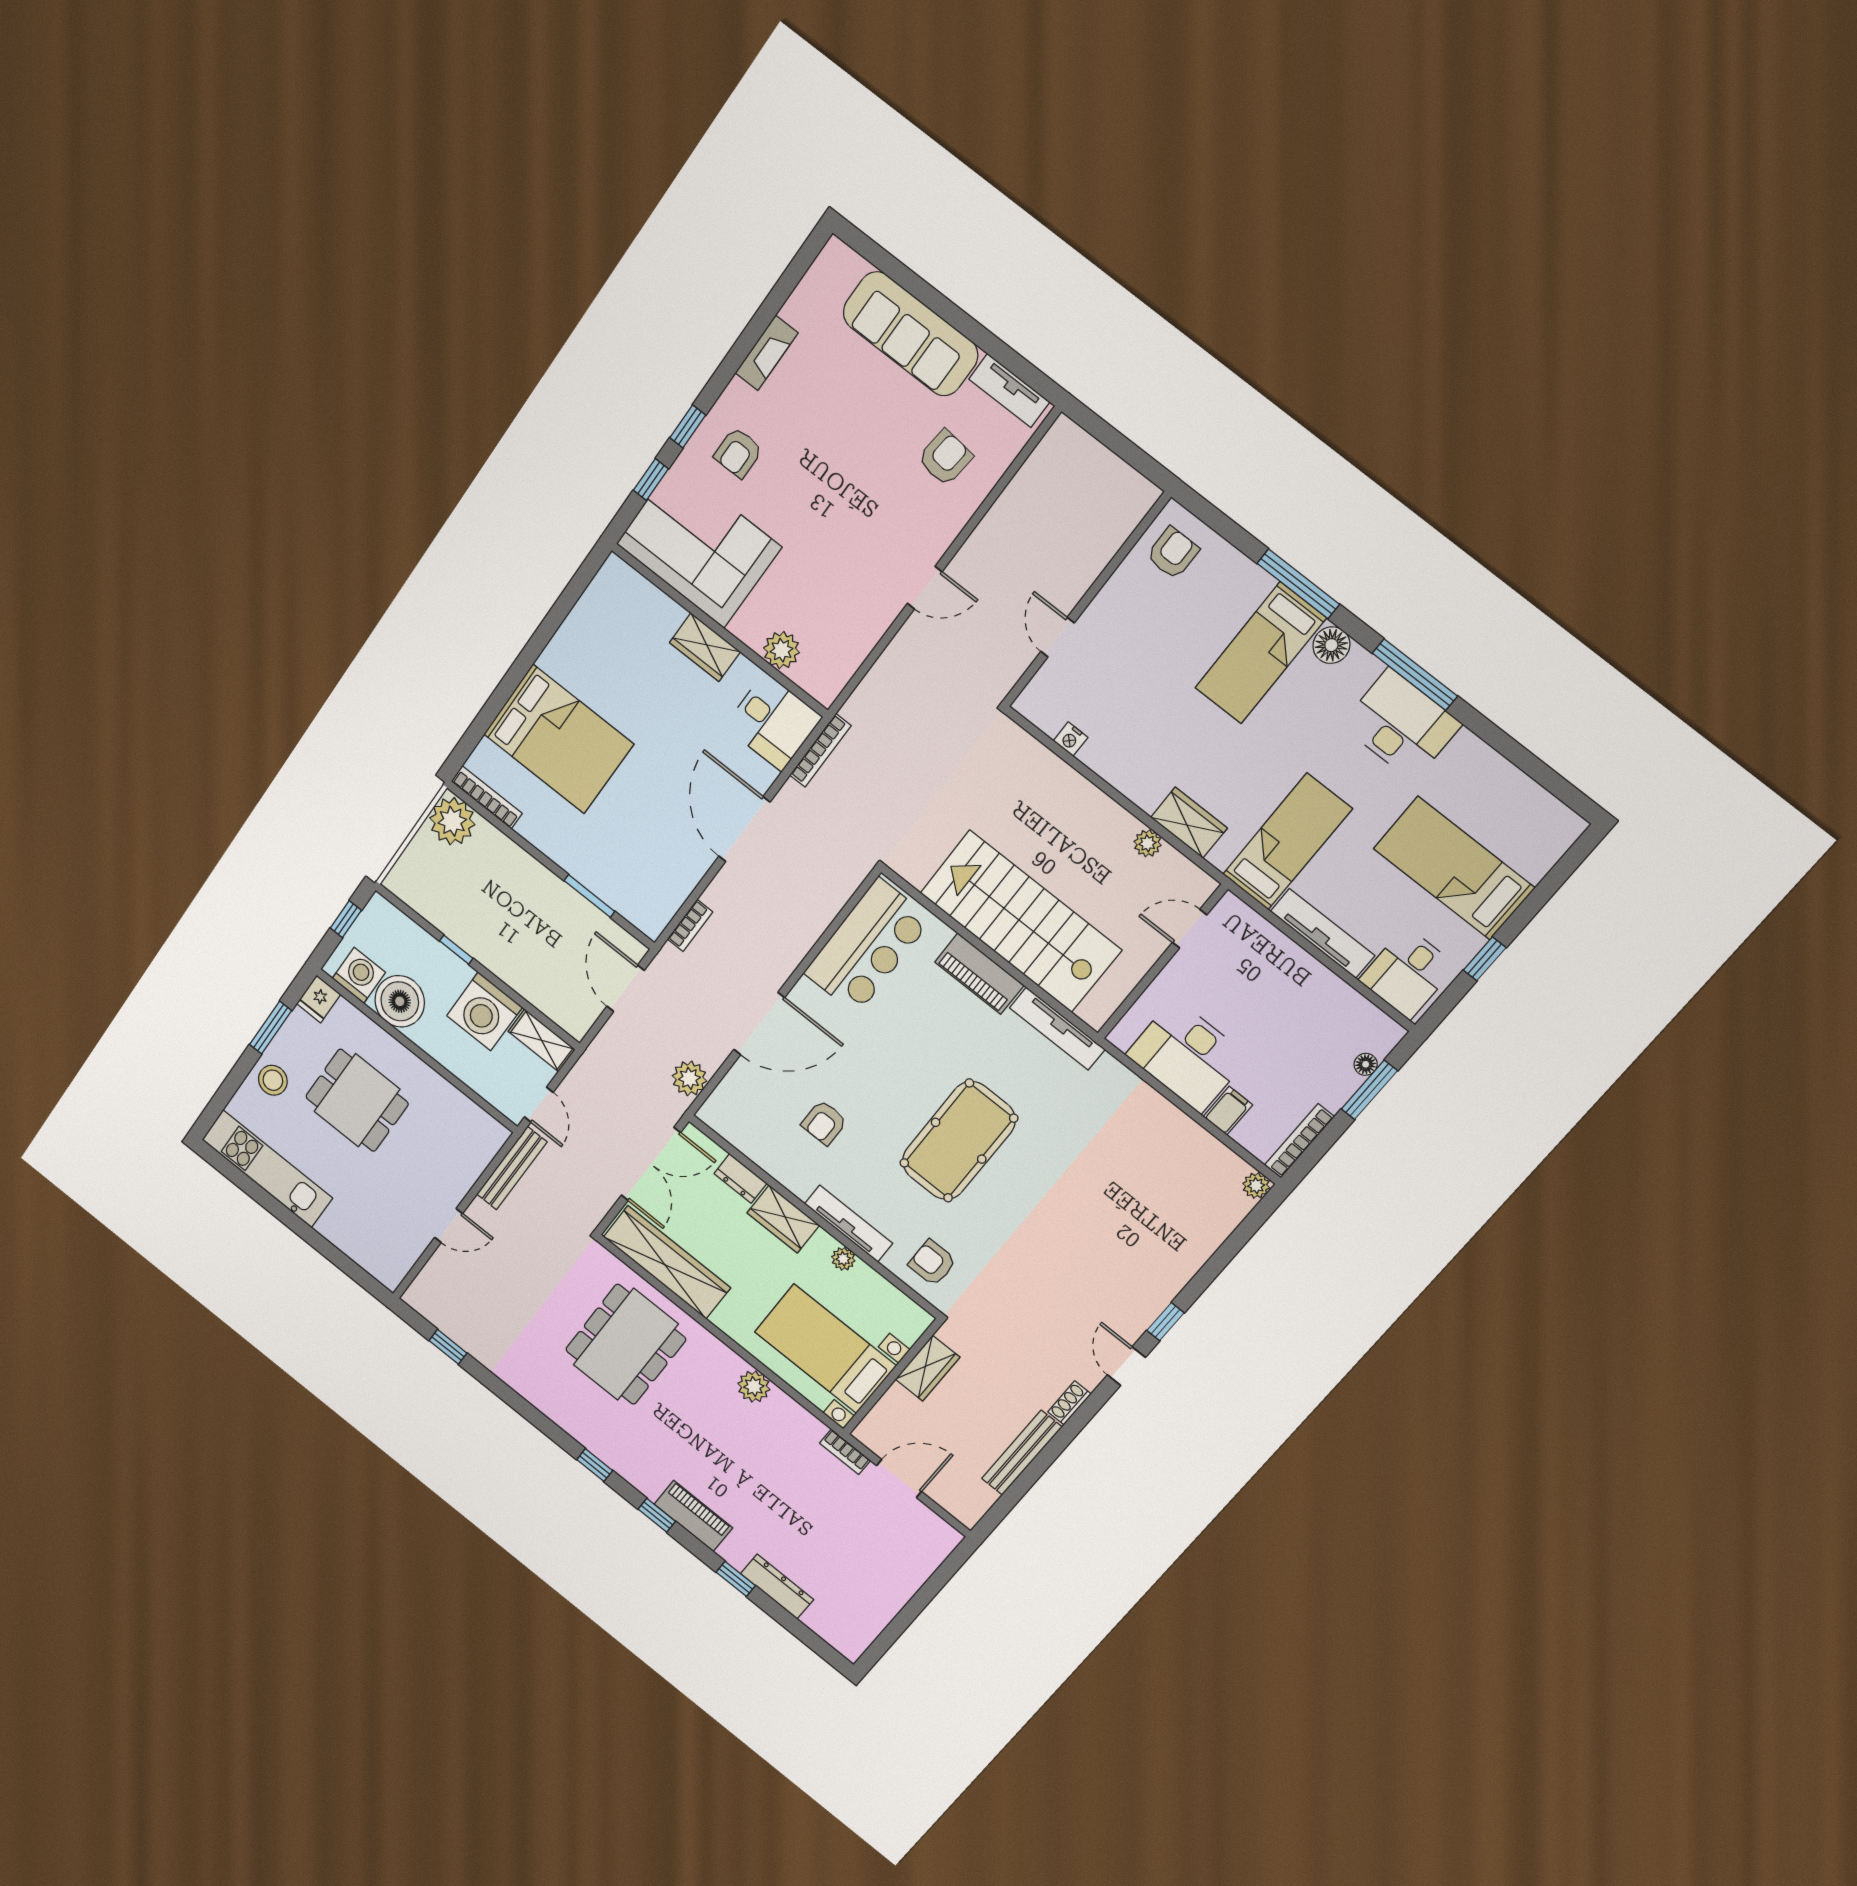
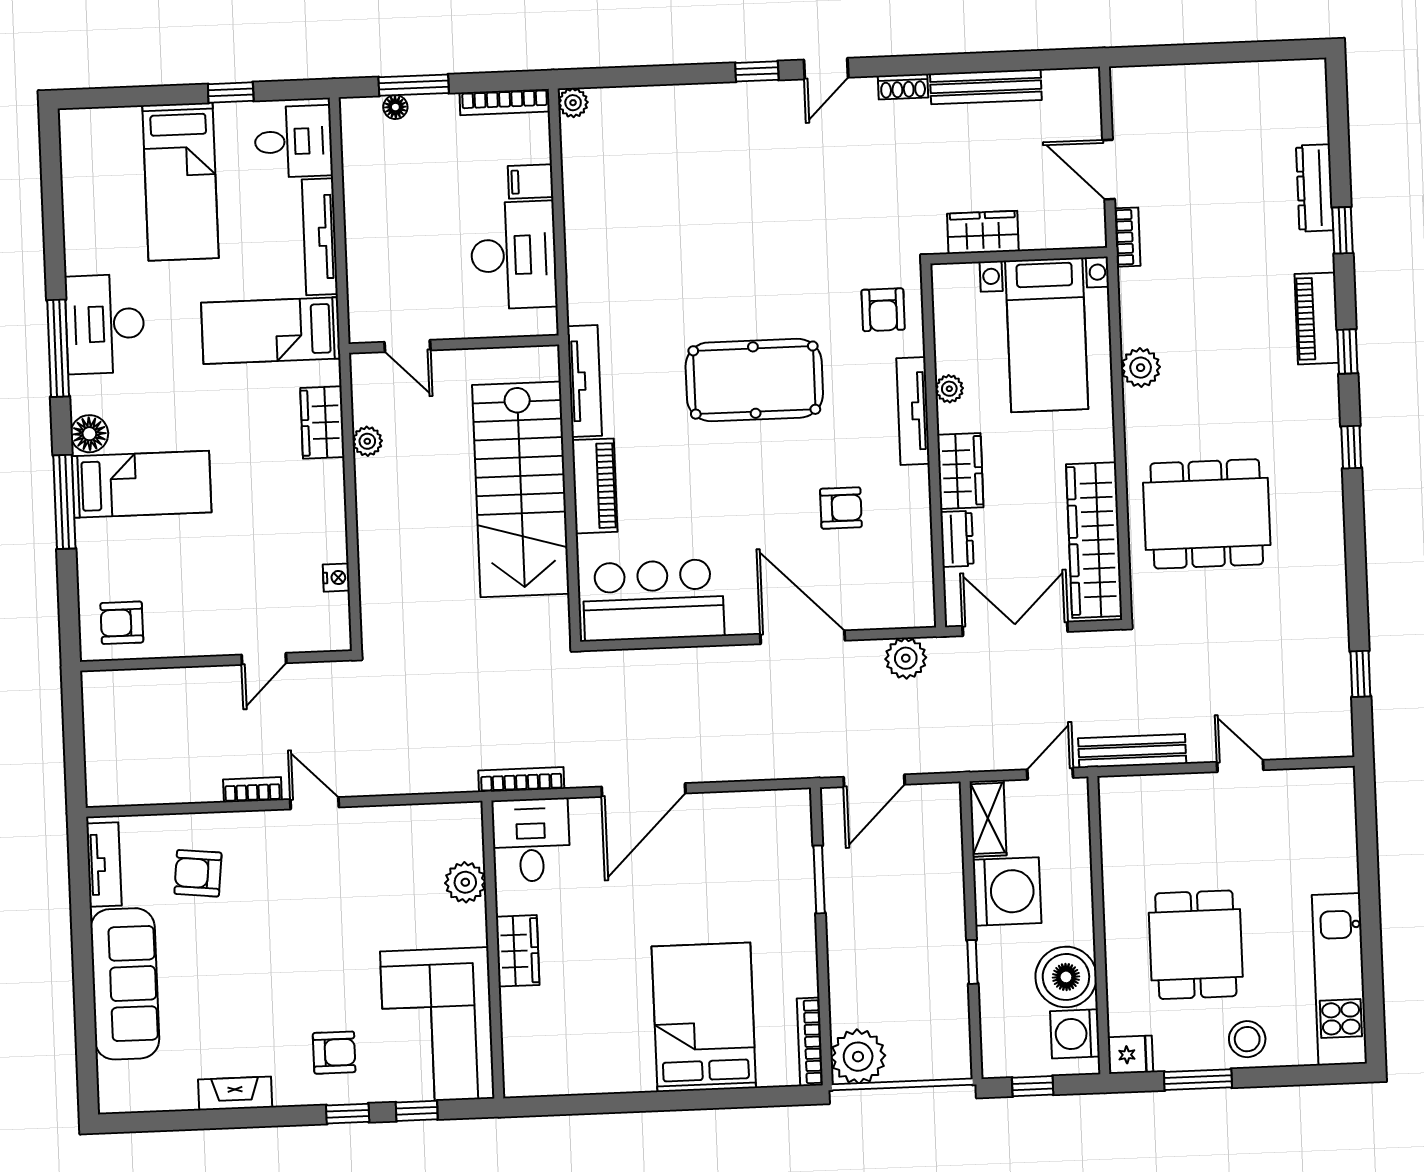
bookcase: (690, 926) -> (252, 790), moved

